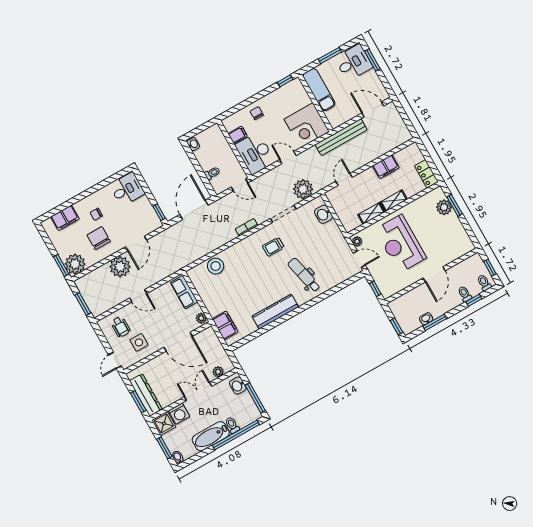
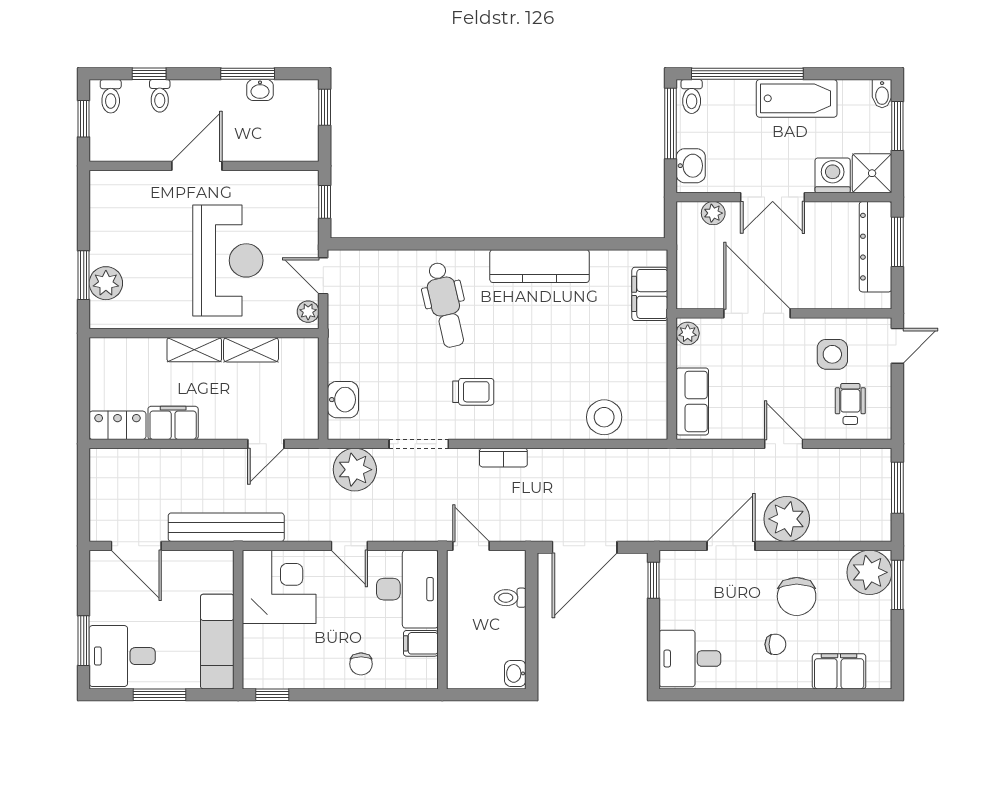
locker: (426, 174) -> (118, 425), moved, turned -90
toilet: (232, 425) -> (692, 97), moved

